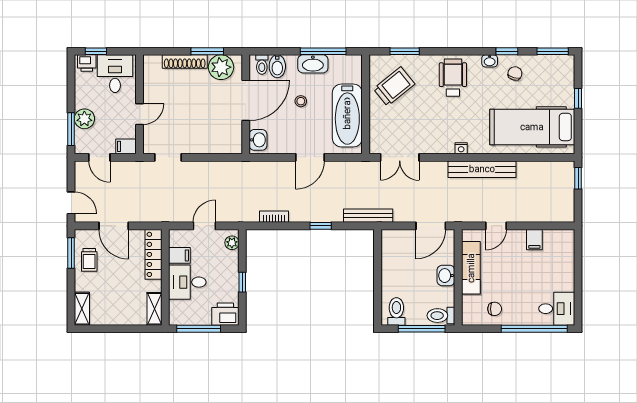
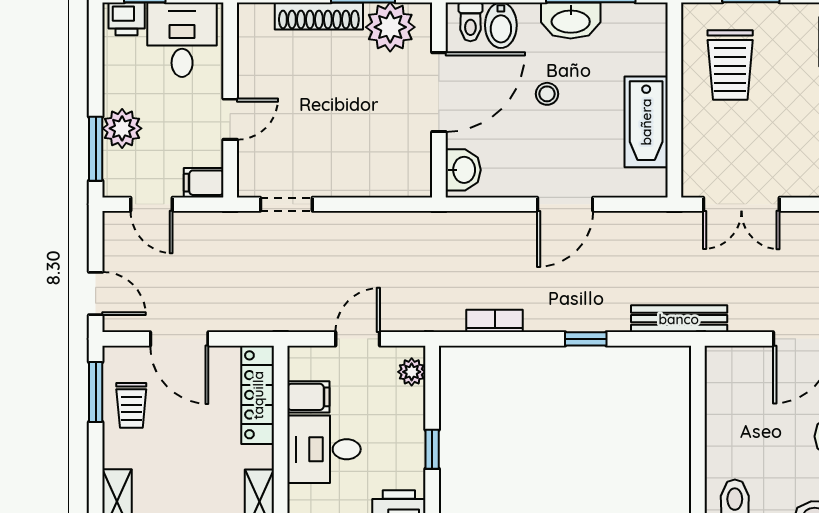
trolley: (394, 86) -> (730, 65), turned 129
bathtub: (347, 115) -> (646, 122), width x0.73, depth x0.73

